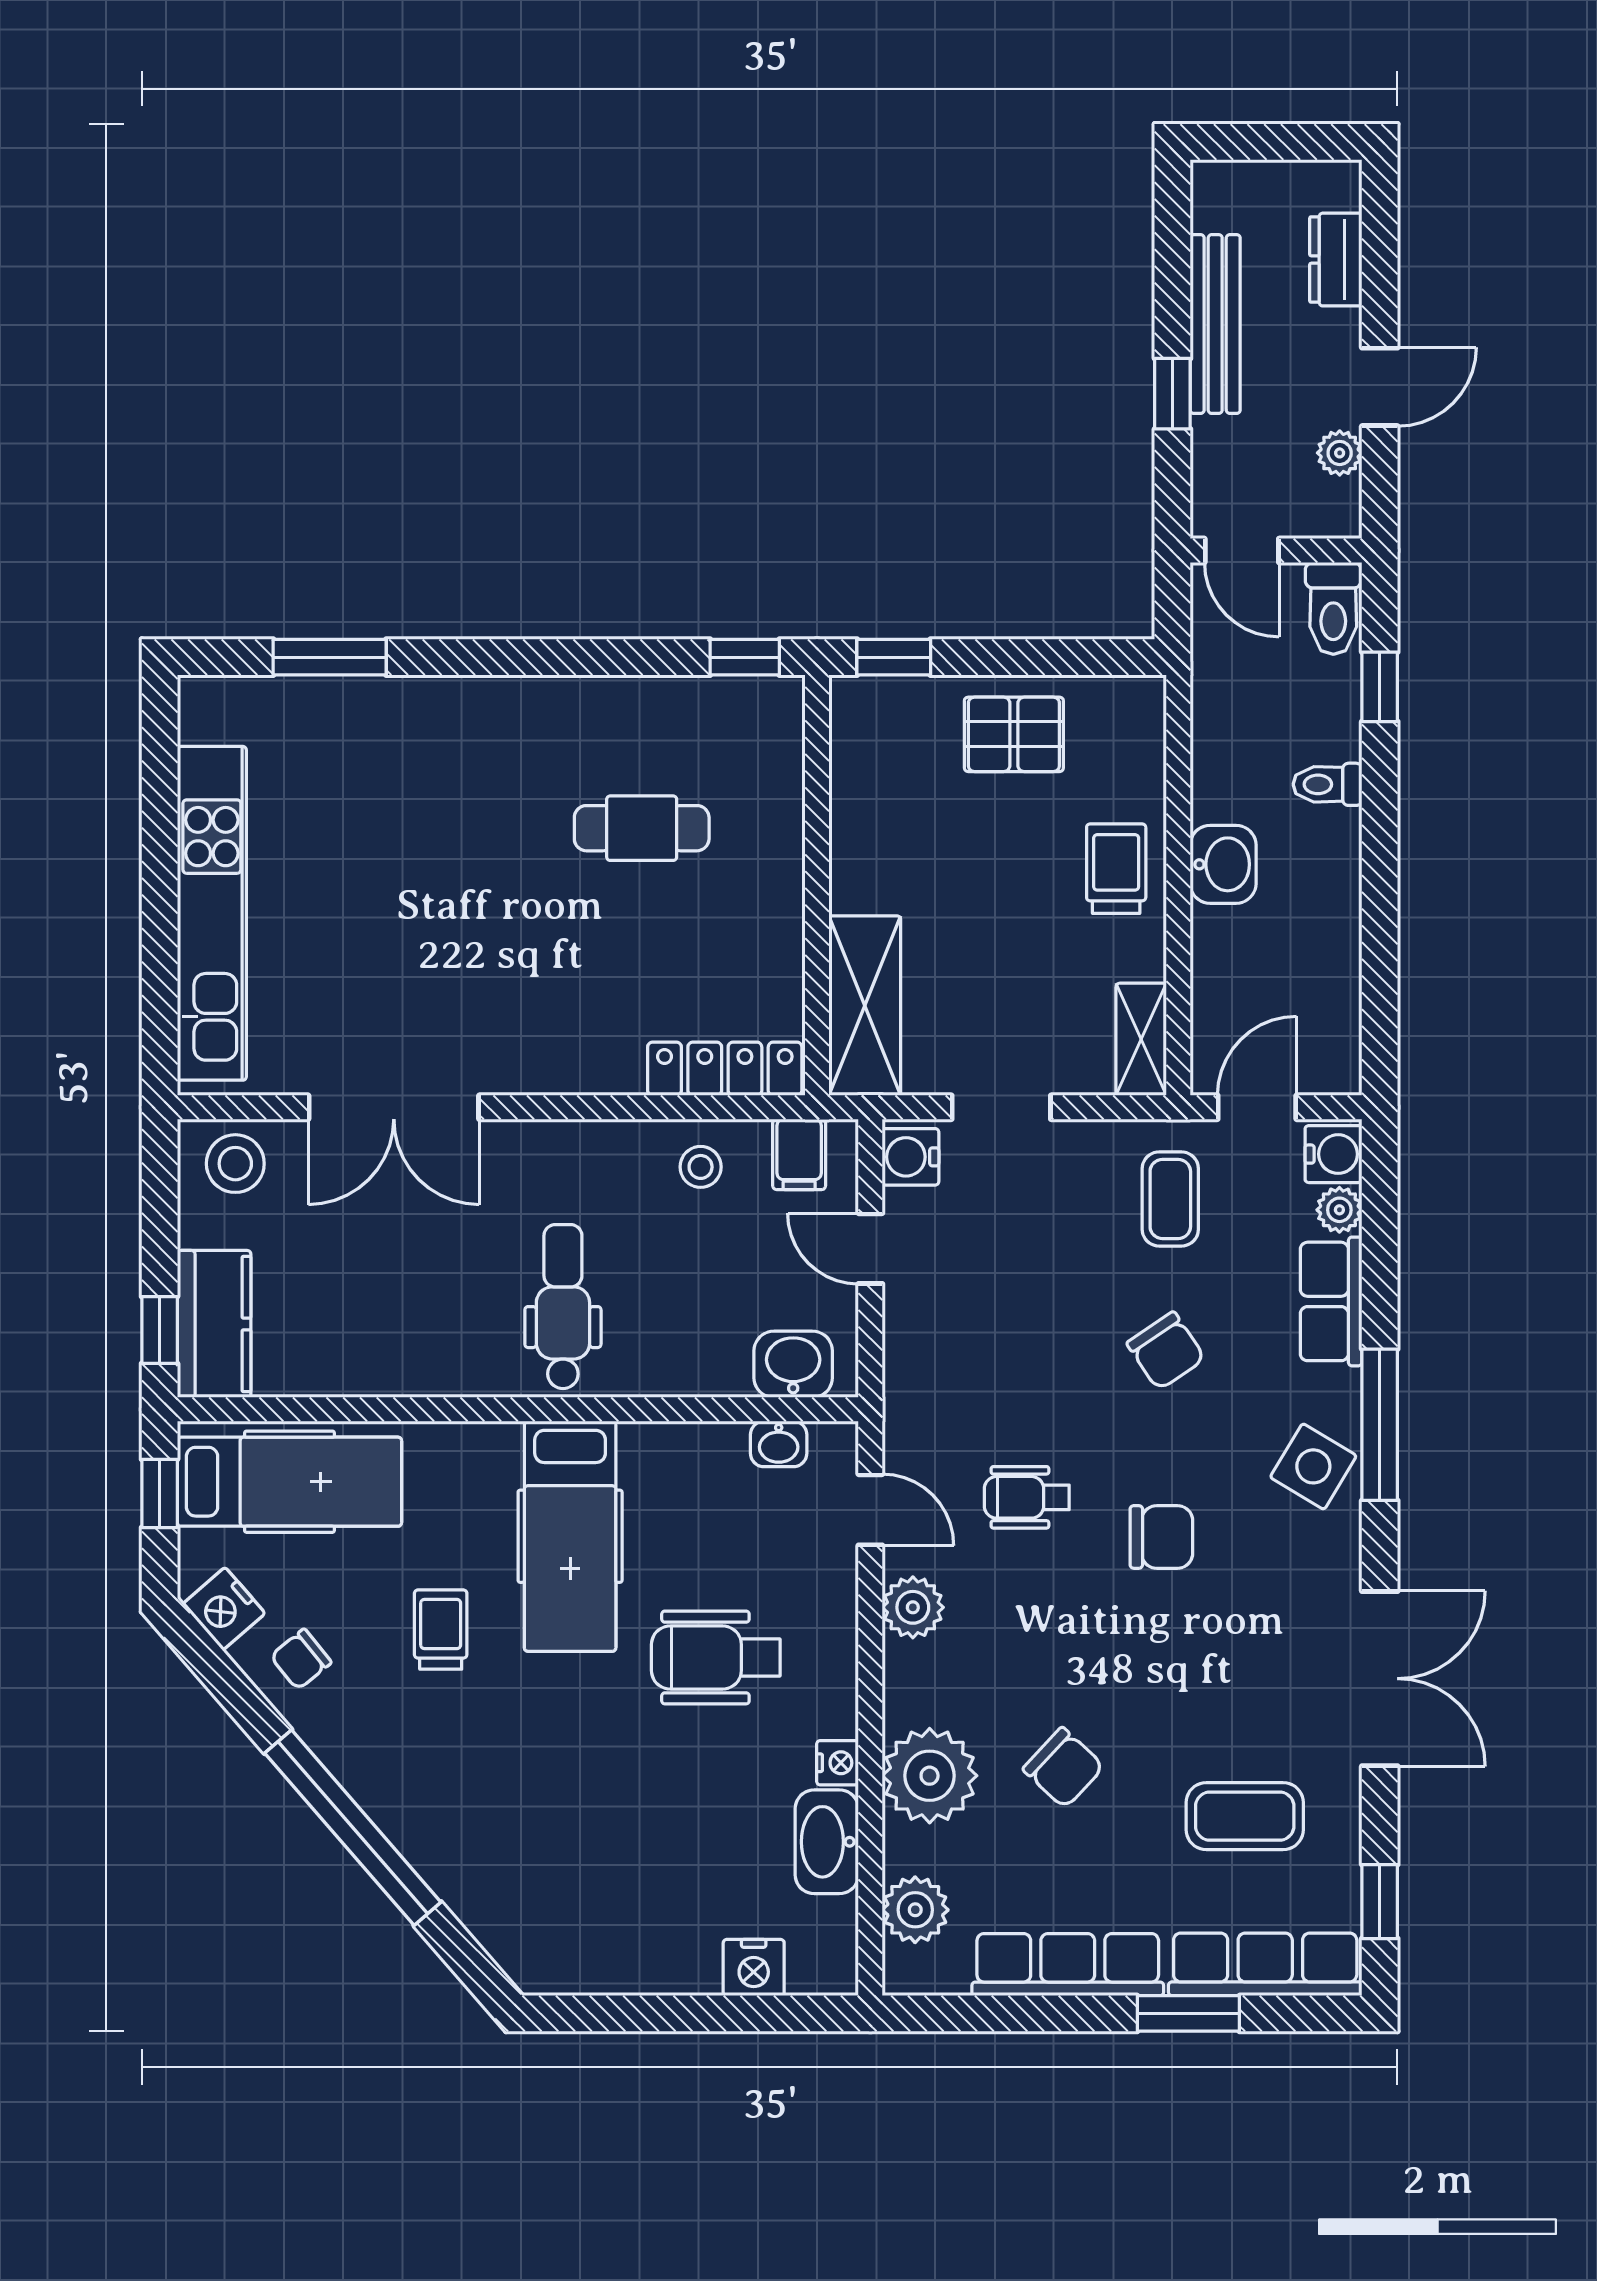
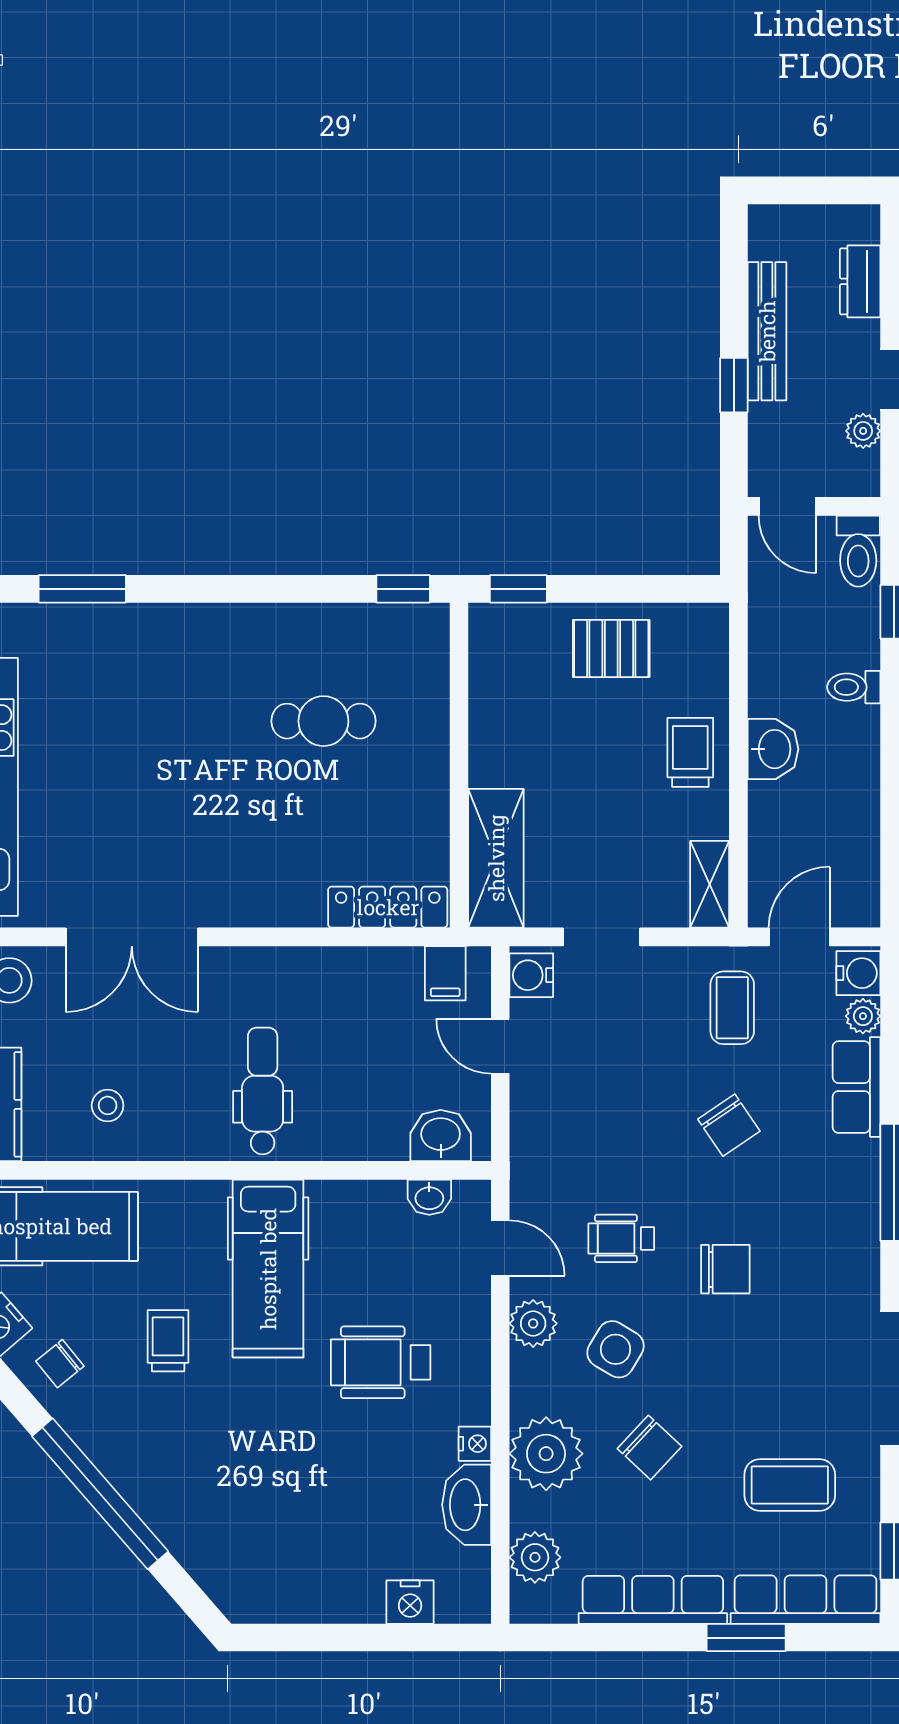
stool: (701, 1167) -> (108, 1105), moved
side table: (1313, 1466) -> (616, 1349), moved

